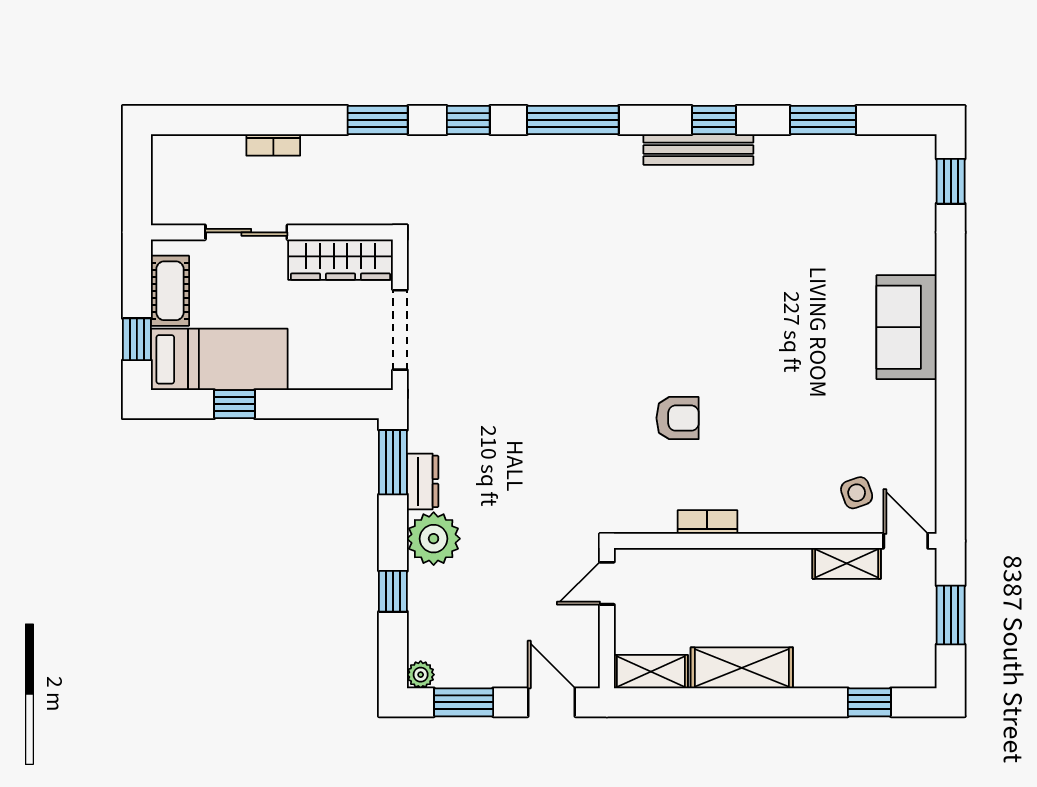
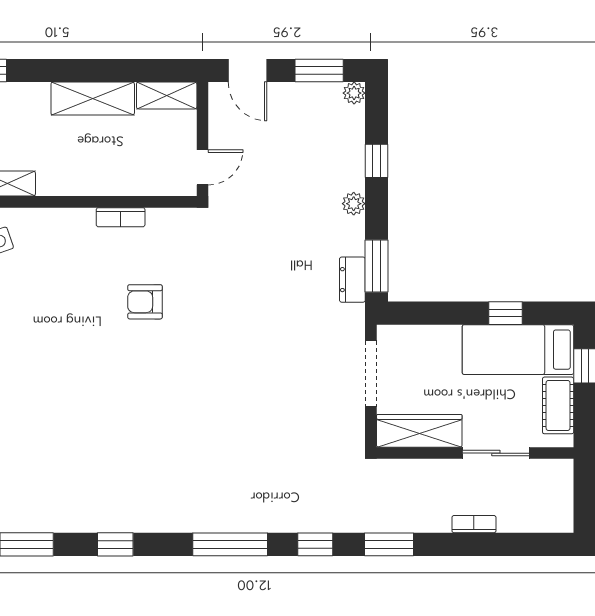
bench: (698, 149) -> (128, 520), removed
dresser: (423, 481) -> (352, 280), moved
plant: (434, 539) -> (354, 204), width x0.53, depth x0.53

